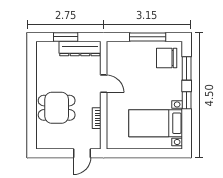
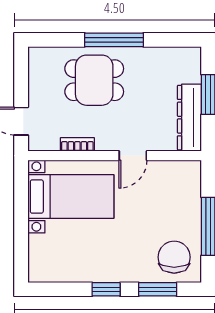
window: (32, 95) -> (114, 40), added
dining table: (57, 108) -> (94, 80), turned 90
bed with nightstands: (156, 123) -> (71, 197), moved, turned 90

